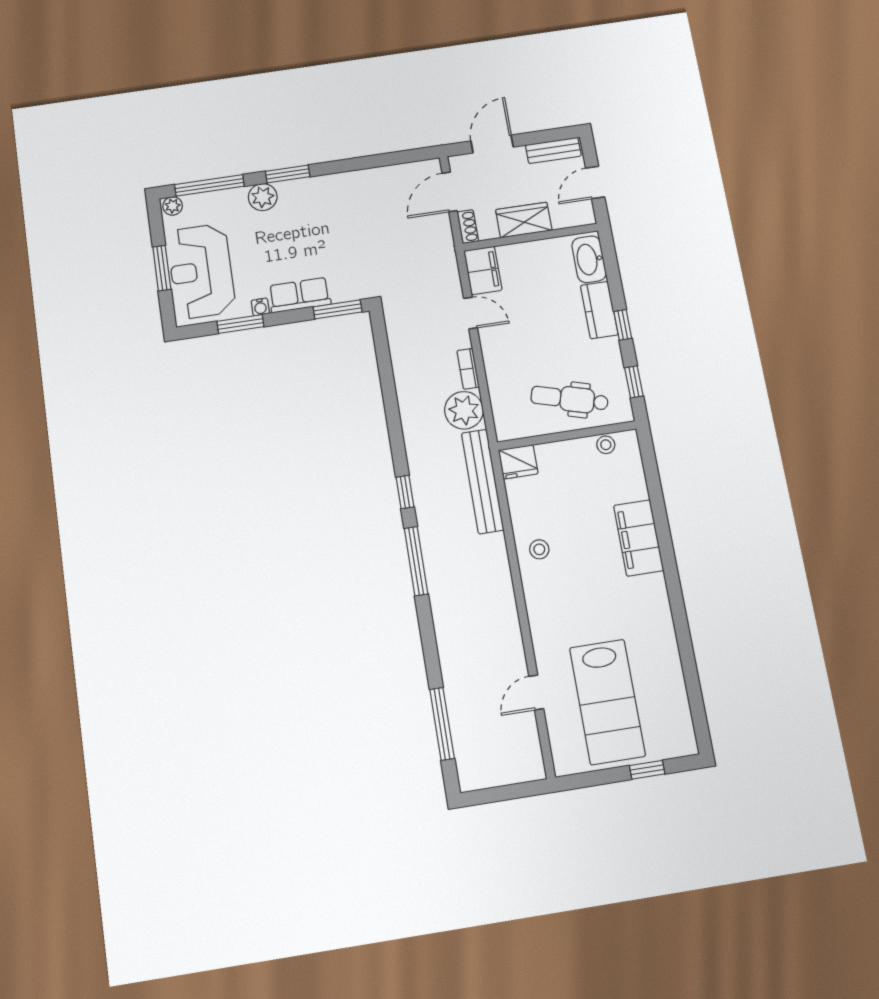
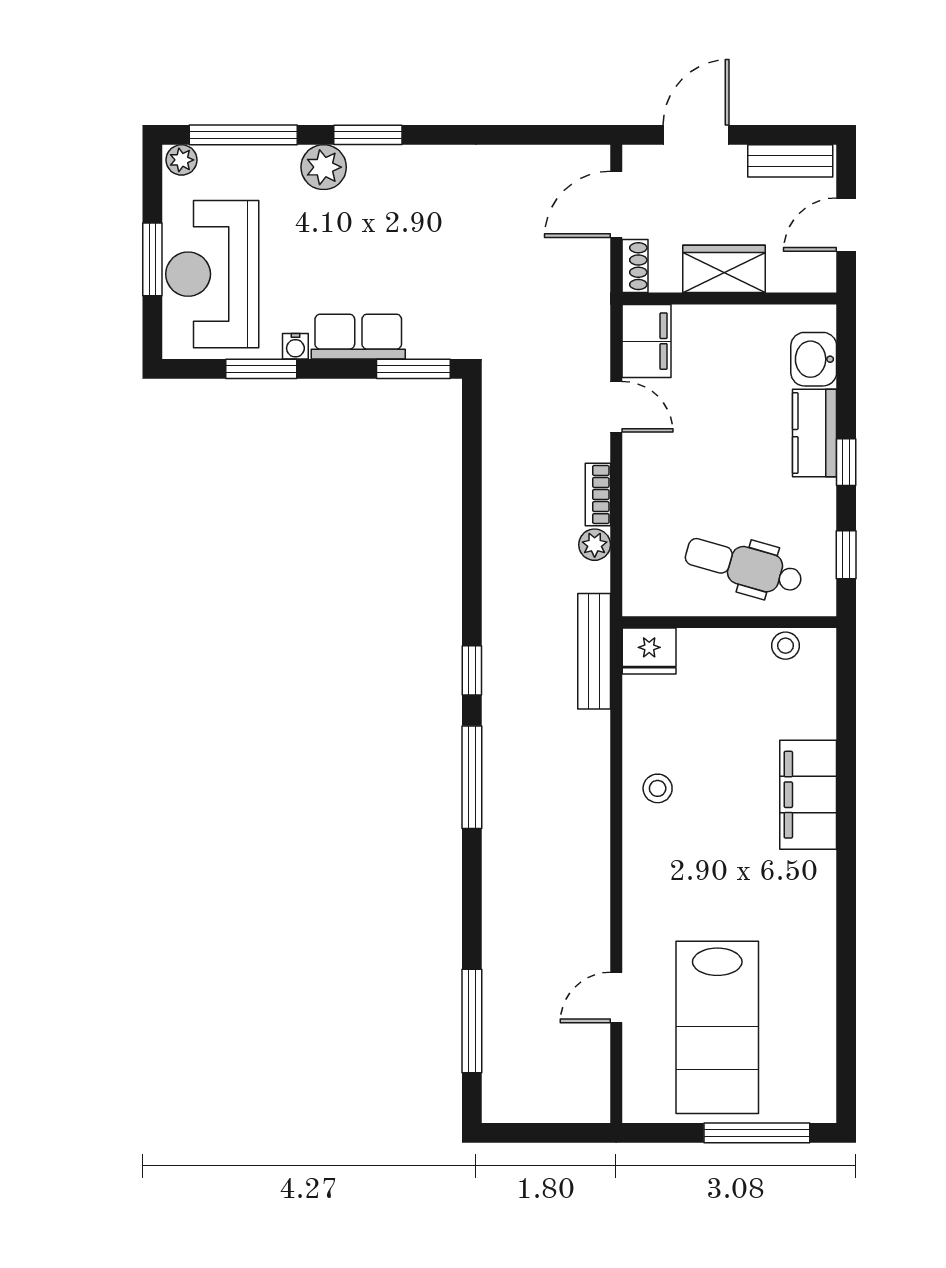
washbasin: (589, 259) -> (814, 359), width x0.72
plant: (464, 410) -> (595, 545), width x0.53, depth x0.53
bench: (483, 481) -> (594, 651), width x0.73, depth x0.82
window: (647, 770) -> (757, 1133), width x2.17

